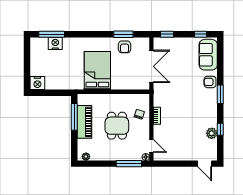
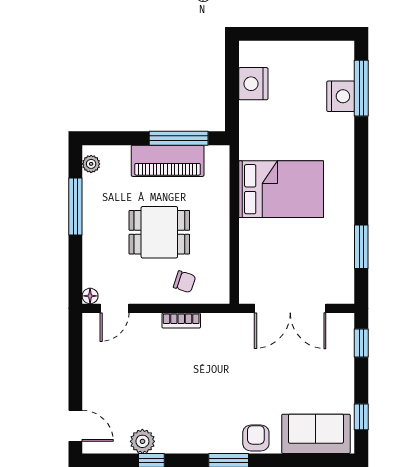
armchair: (125, 47) -> (333, 249), removed
nightstand: (37, 83) -> (253, 84), moved
window: (129, 164) -> (75, 207), moved
door: (205, 164) -> (75, 426), swing flipped

